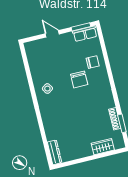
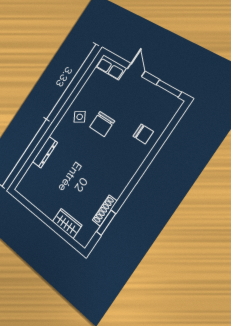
row of seats: (85, 34) -> (111, 67), moved
chair: (79, 79) -> (102, 124), moved
dresser: (55, 152) -> (45, 152), moved

